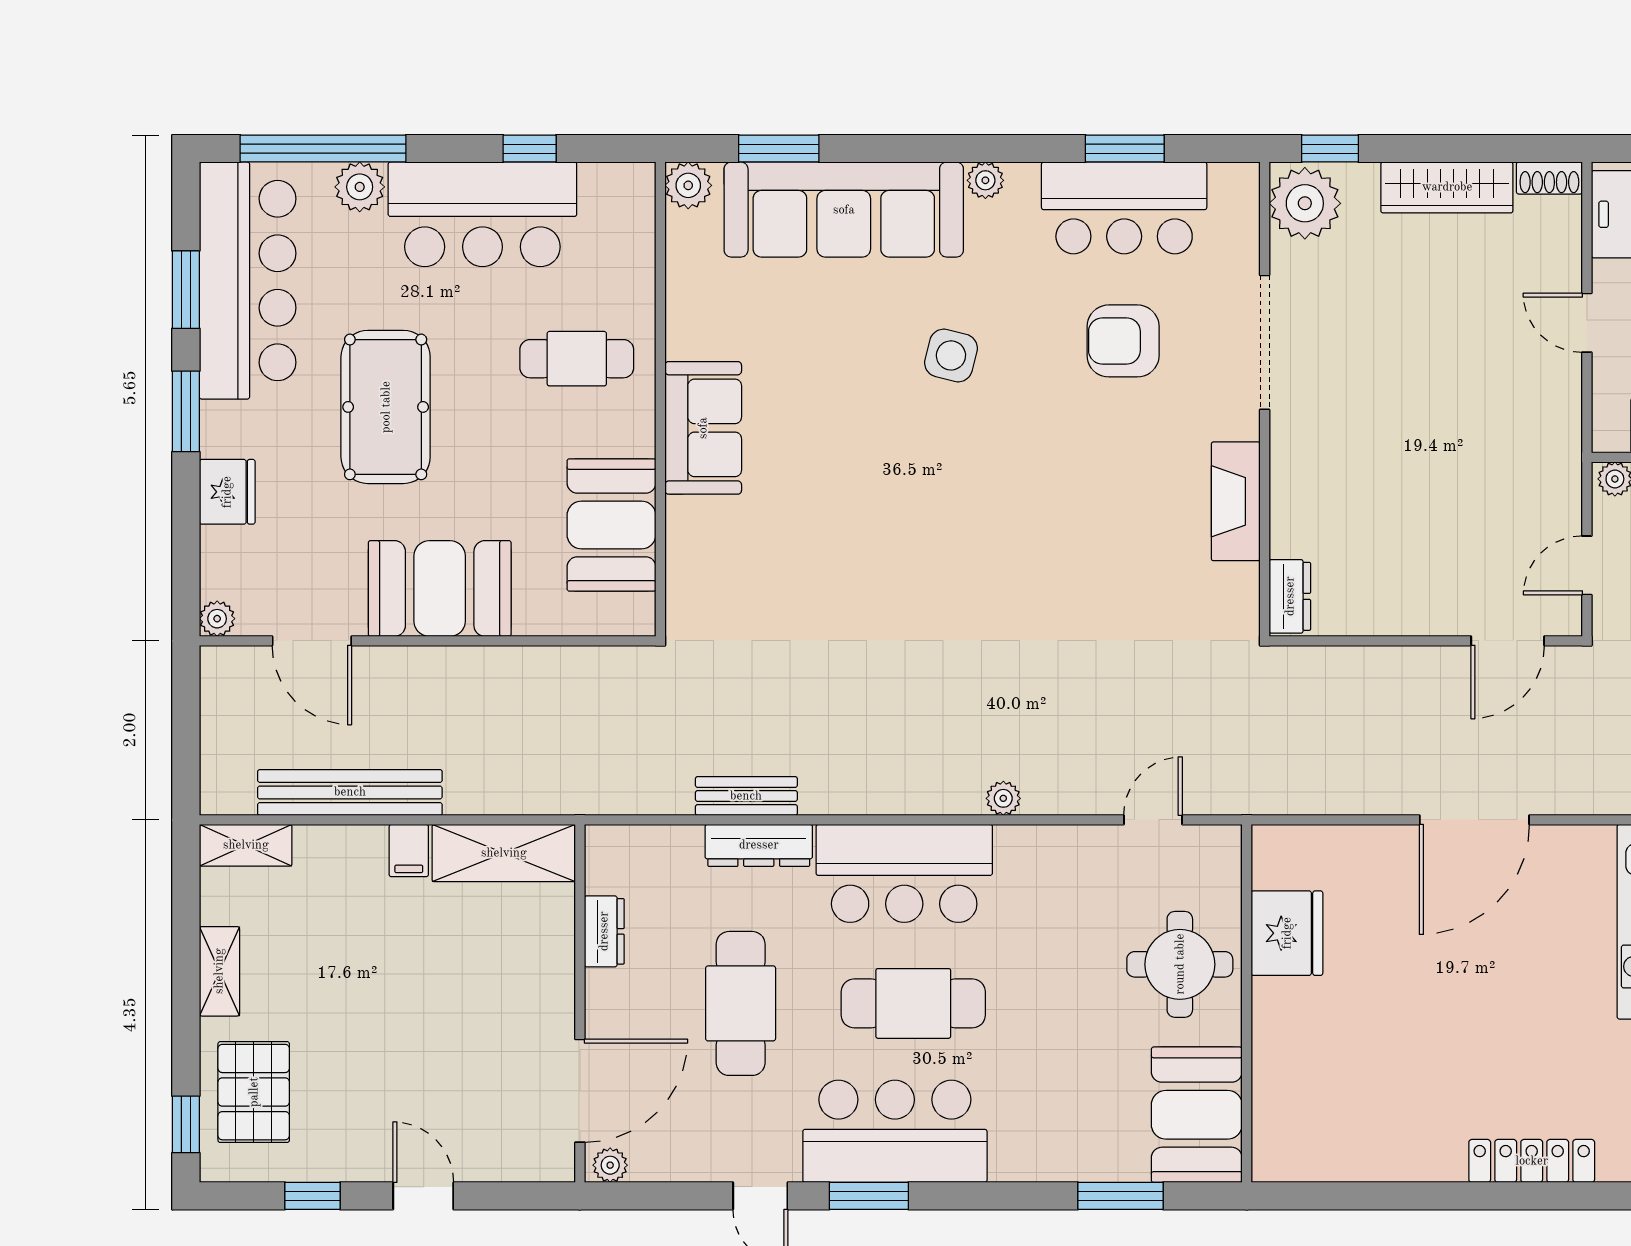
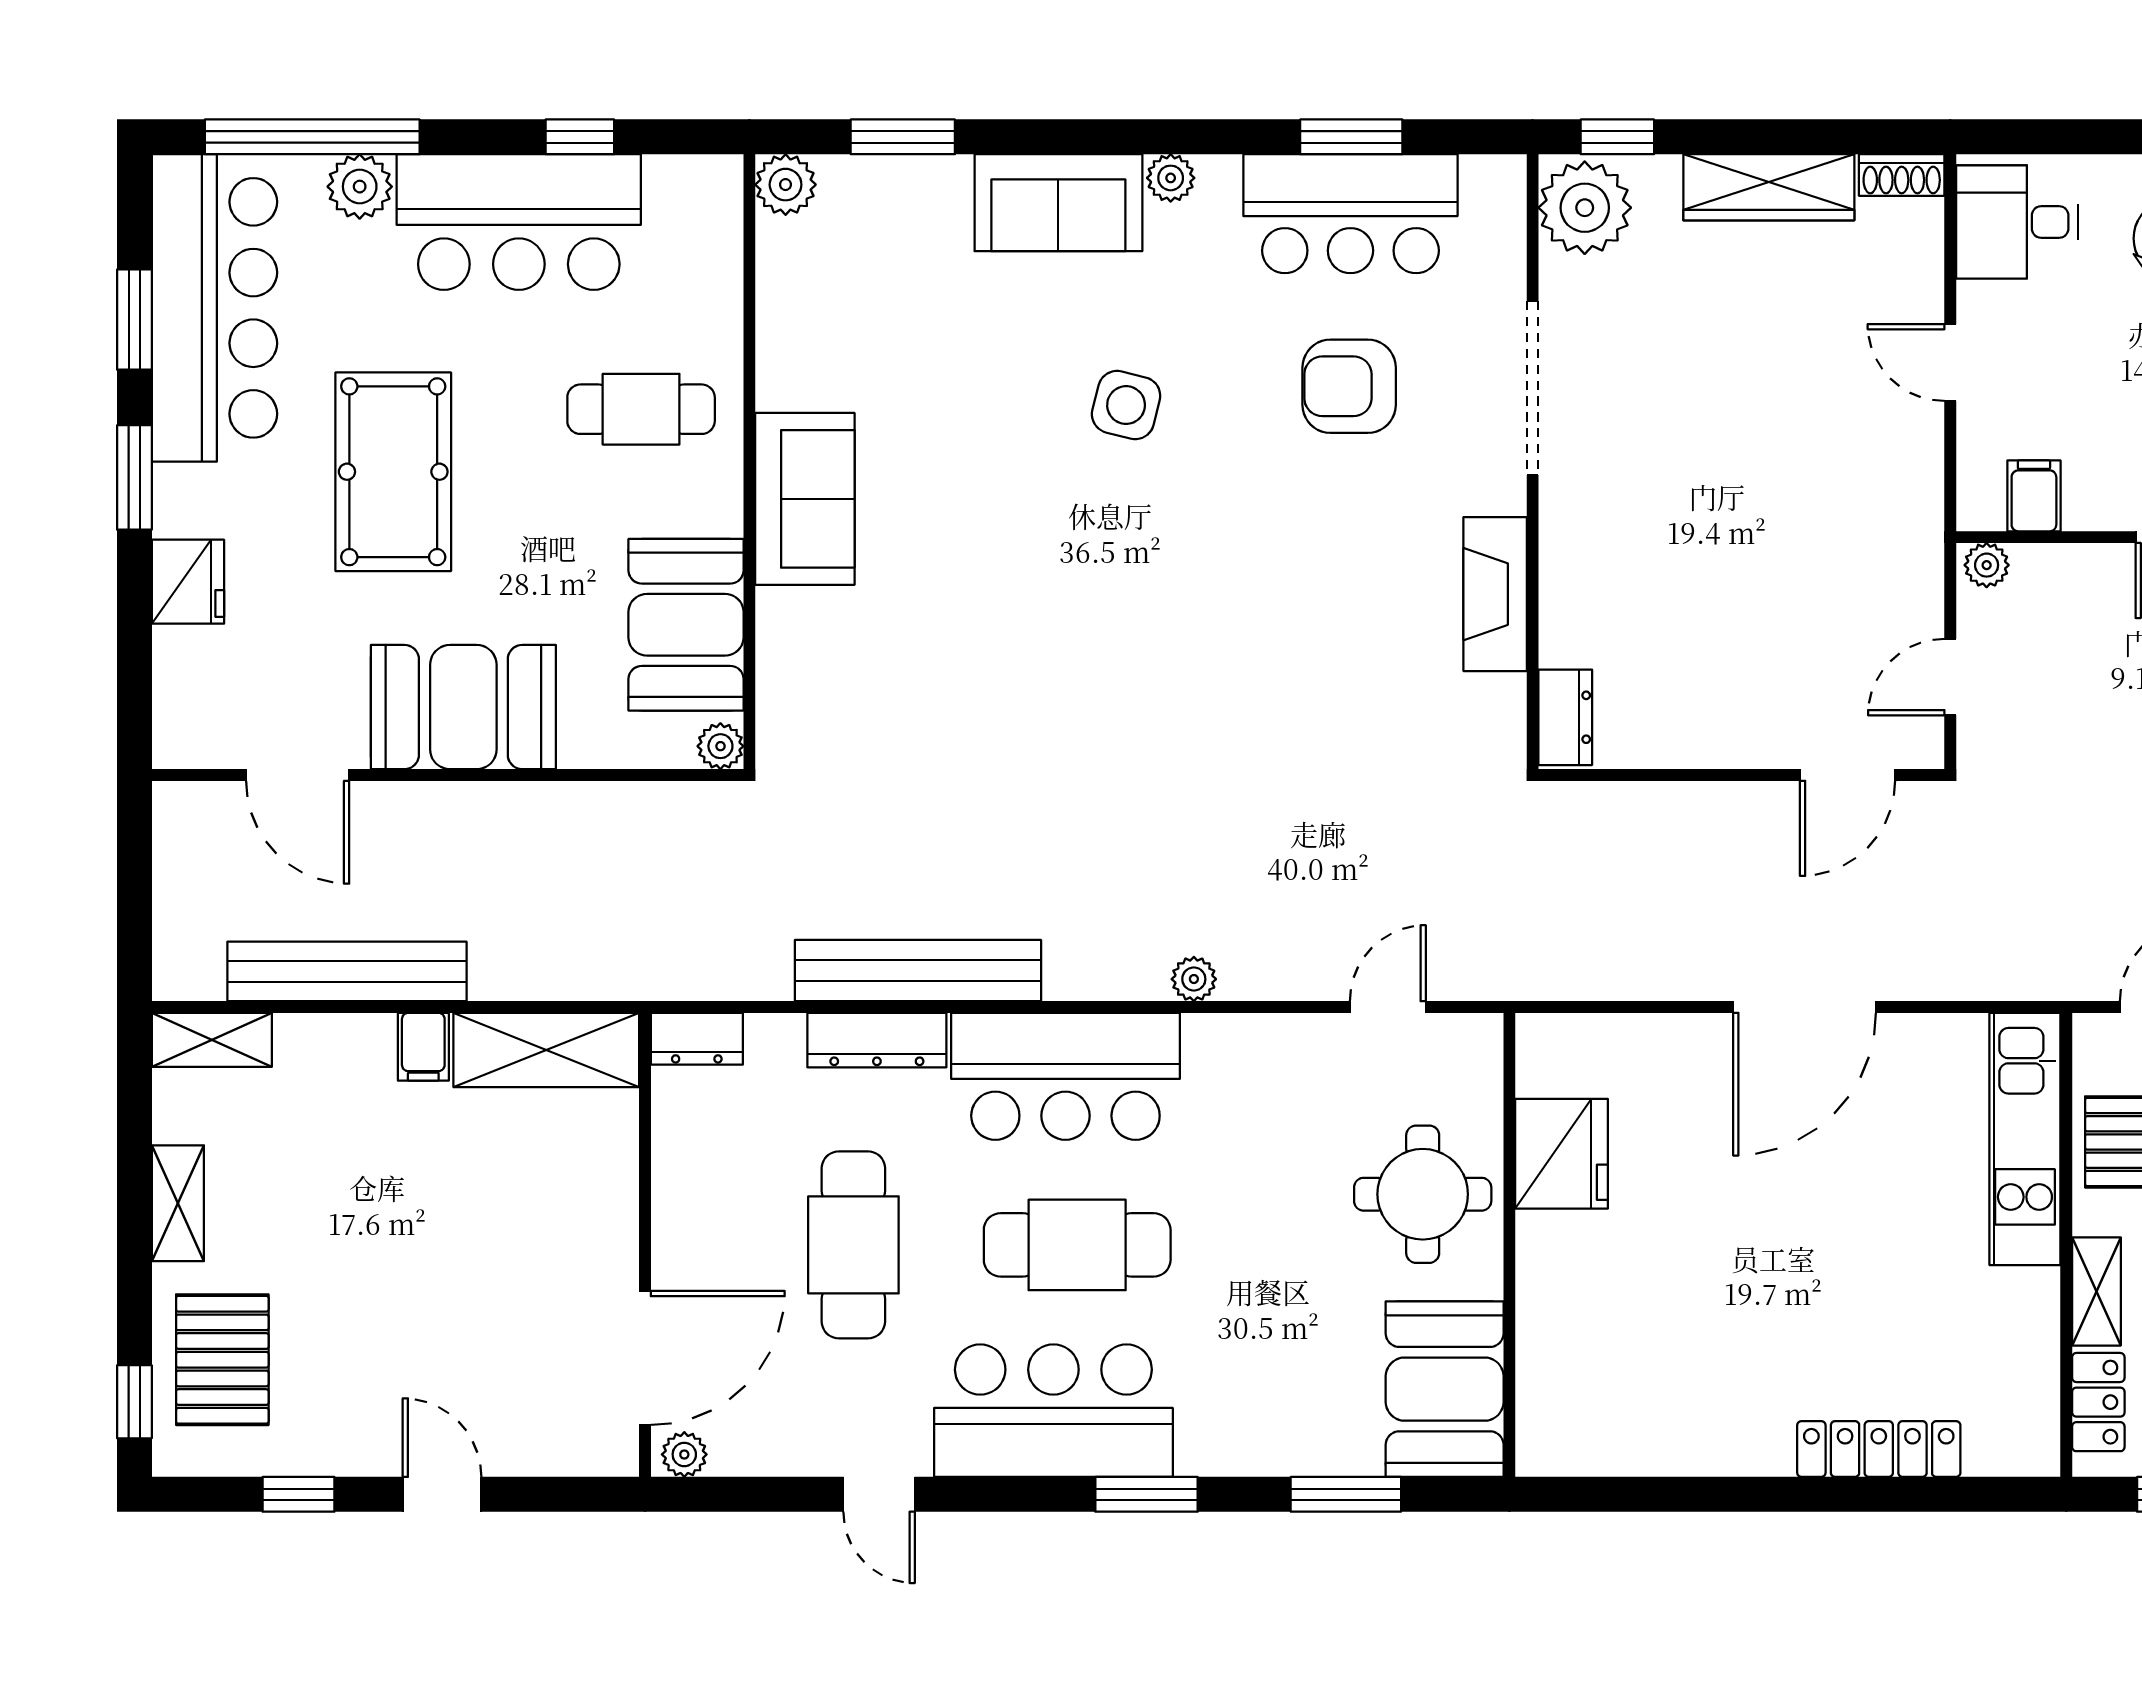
sofa: (844, 210) -> (1058, 203), width x0.54, depth x0.79
plant: (217, 619) -> (720, 746), moved
bench: (746, 796) -> (918, 971), width x1.86, depth x1.21
dresser: (604, 931) -> (697, 1039), moved, turned 90
window: (869, 1196) -> (1147, 1494), moved

